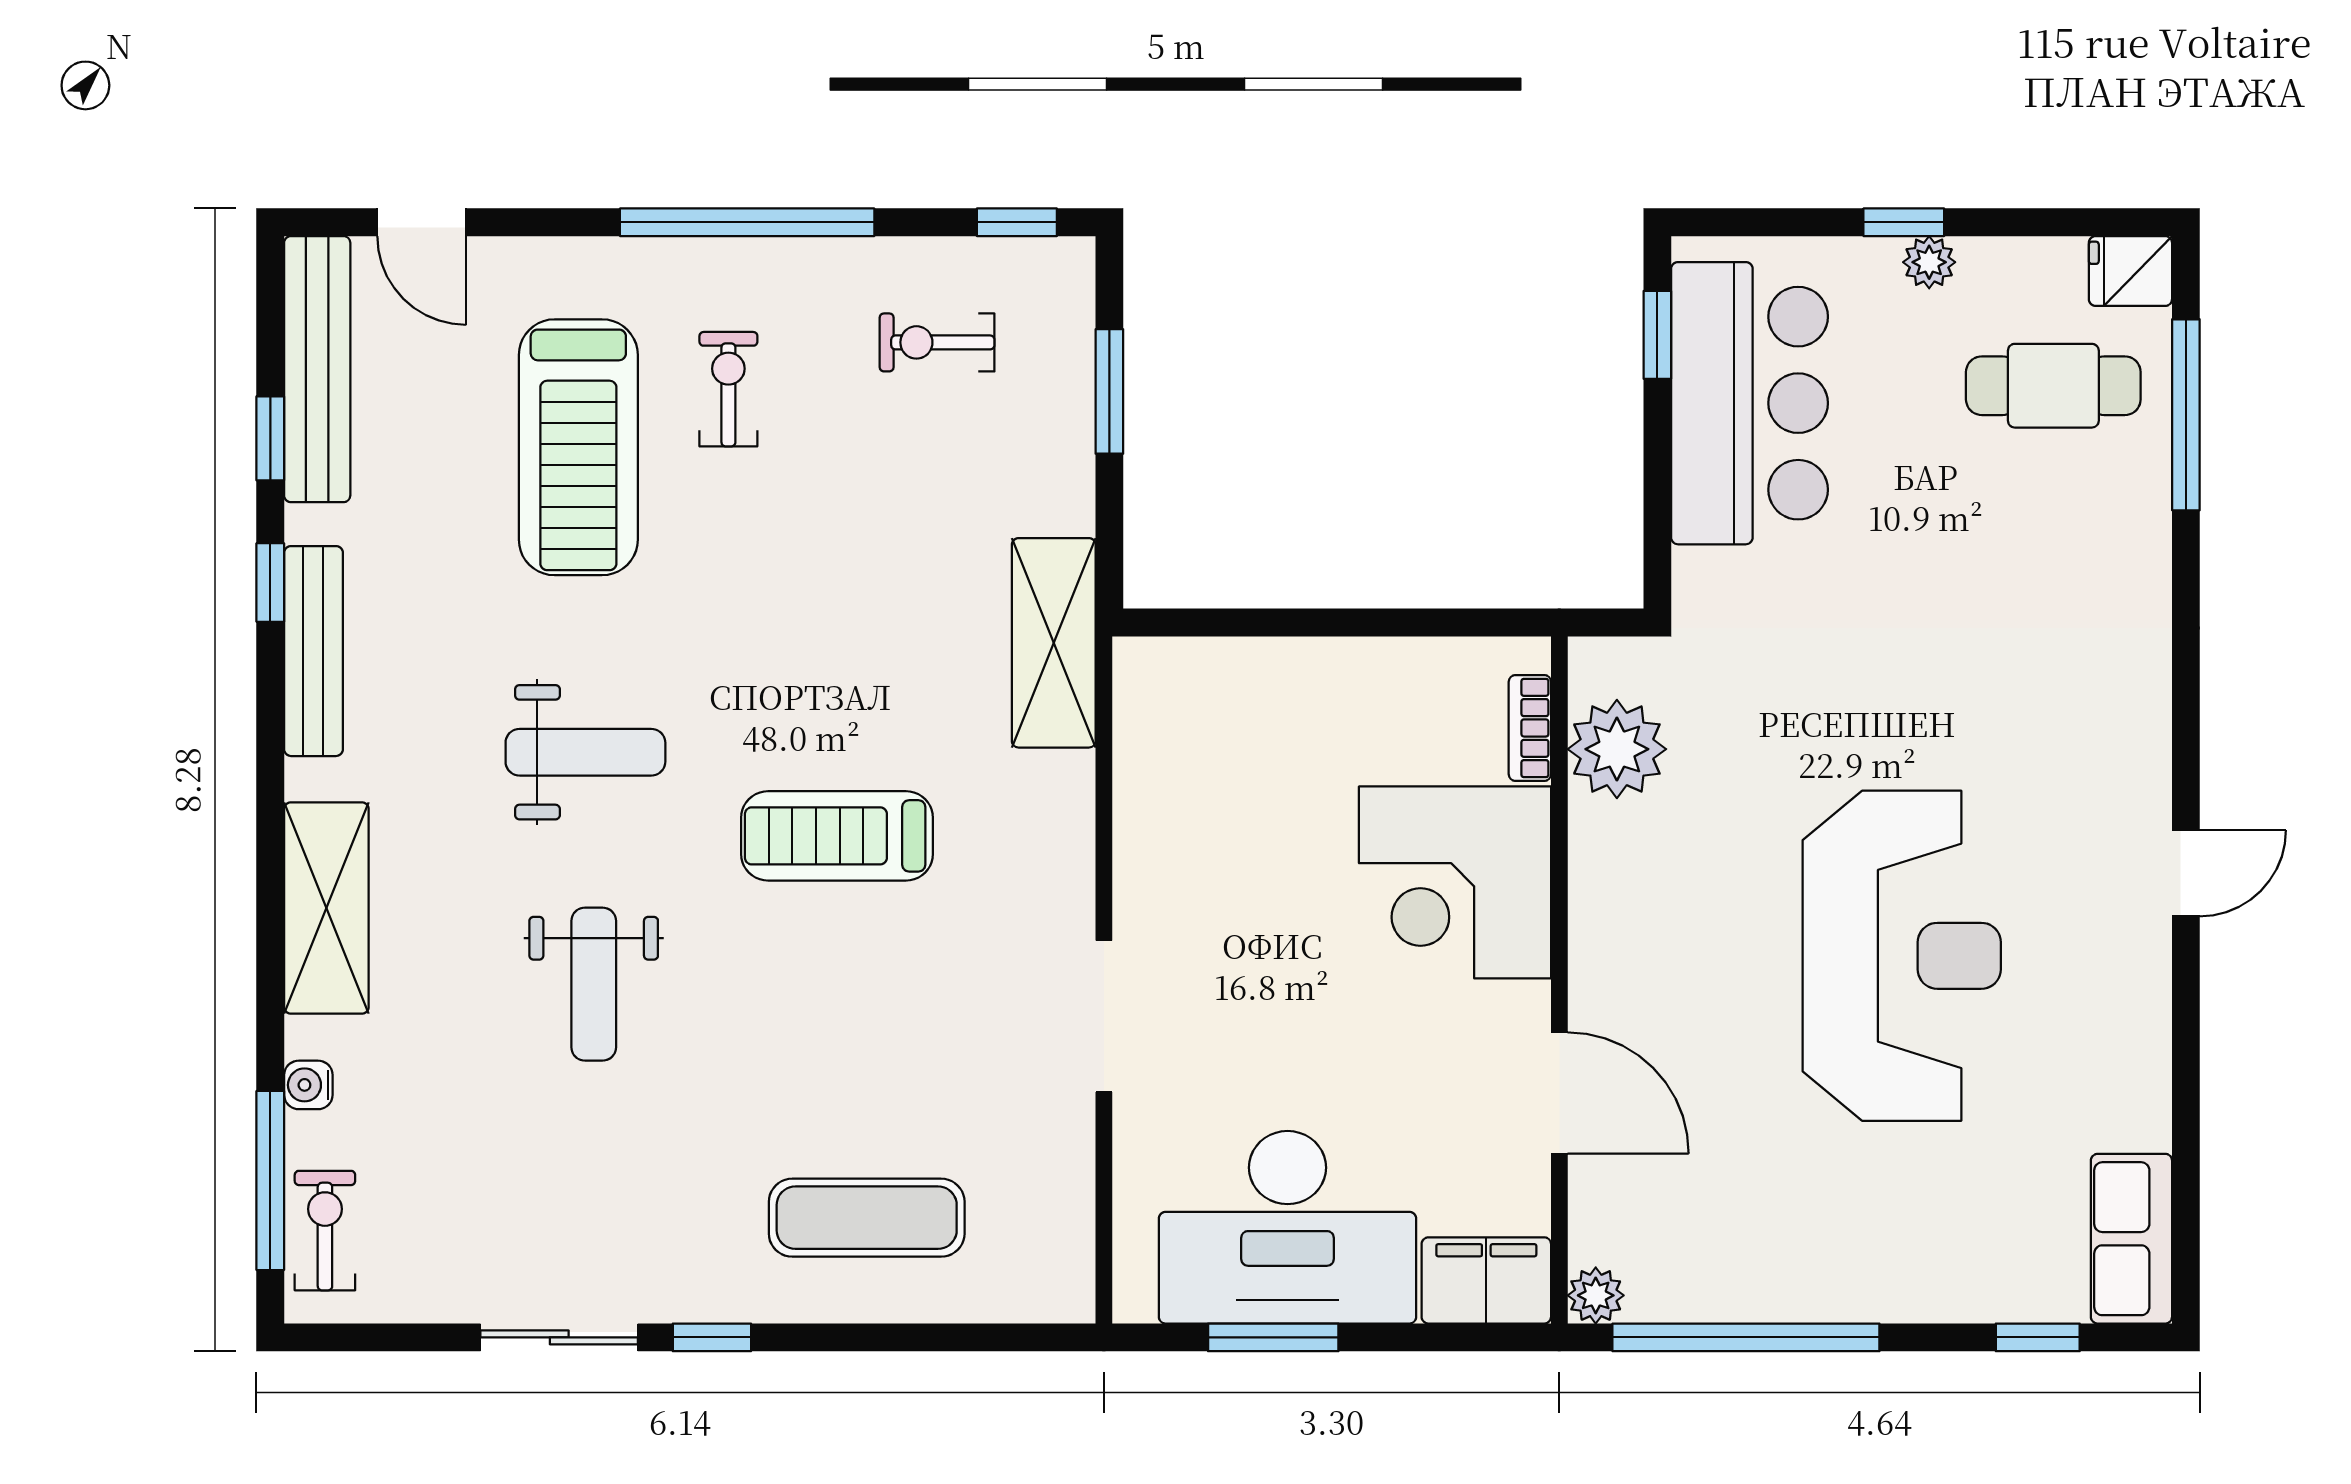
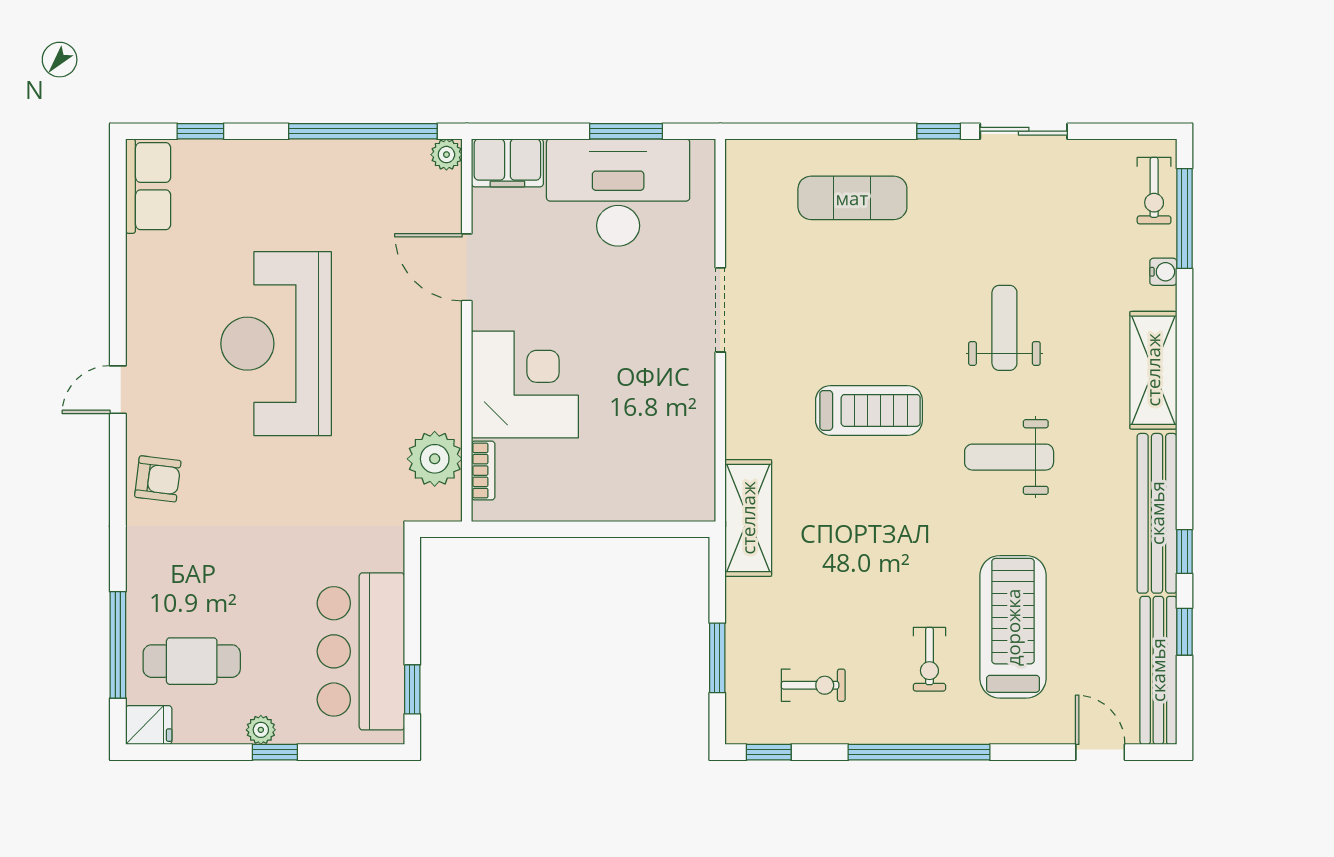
bench: (313, 651) -> (1157, 513), width x1.37, depth x1.21
armchair: (2114, 713) -> (158, 479), added

